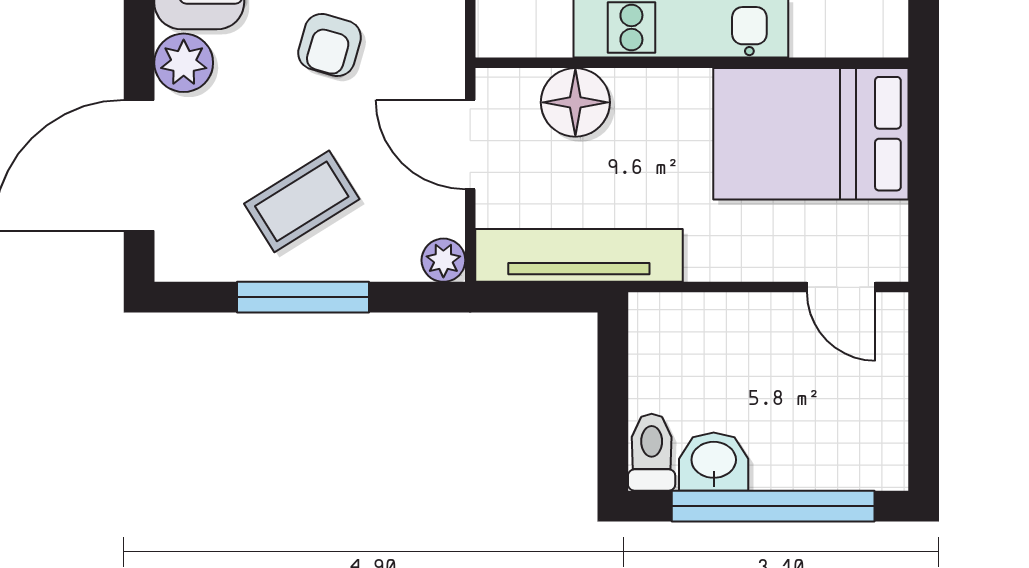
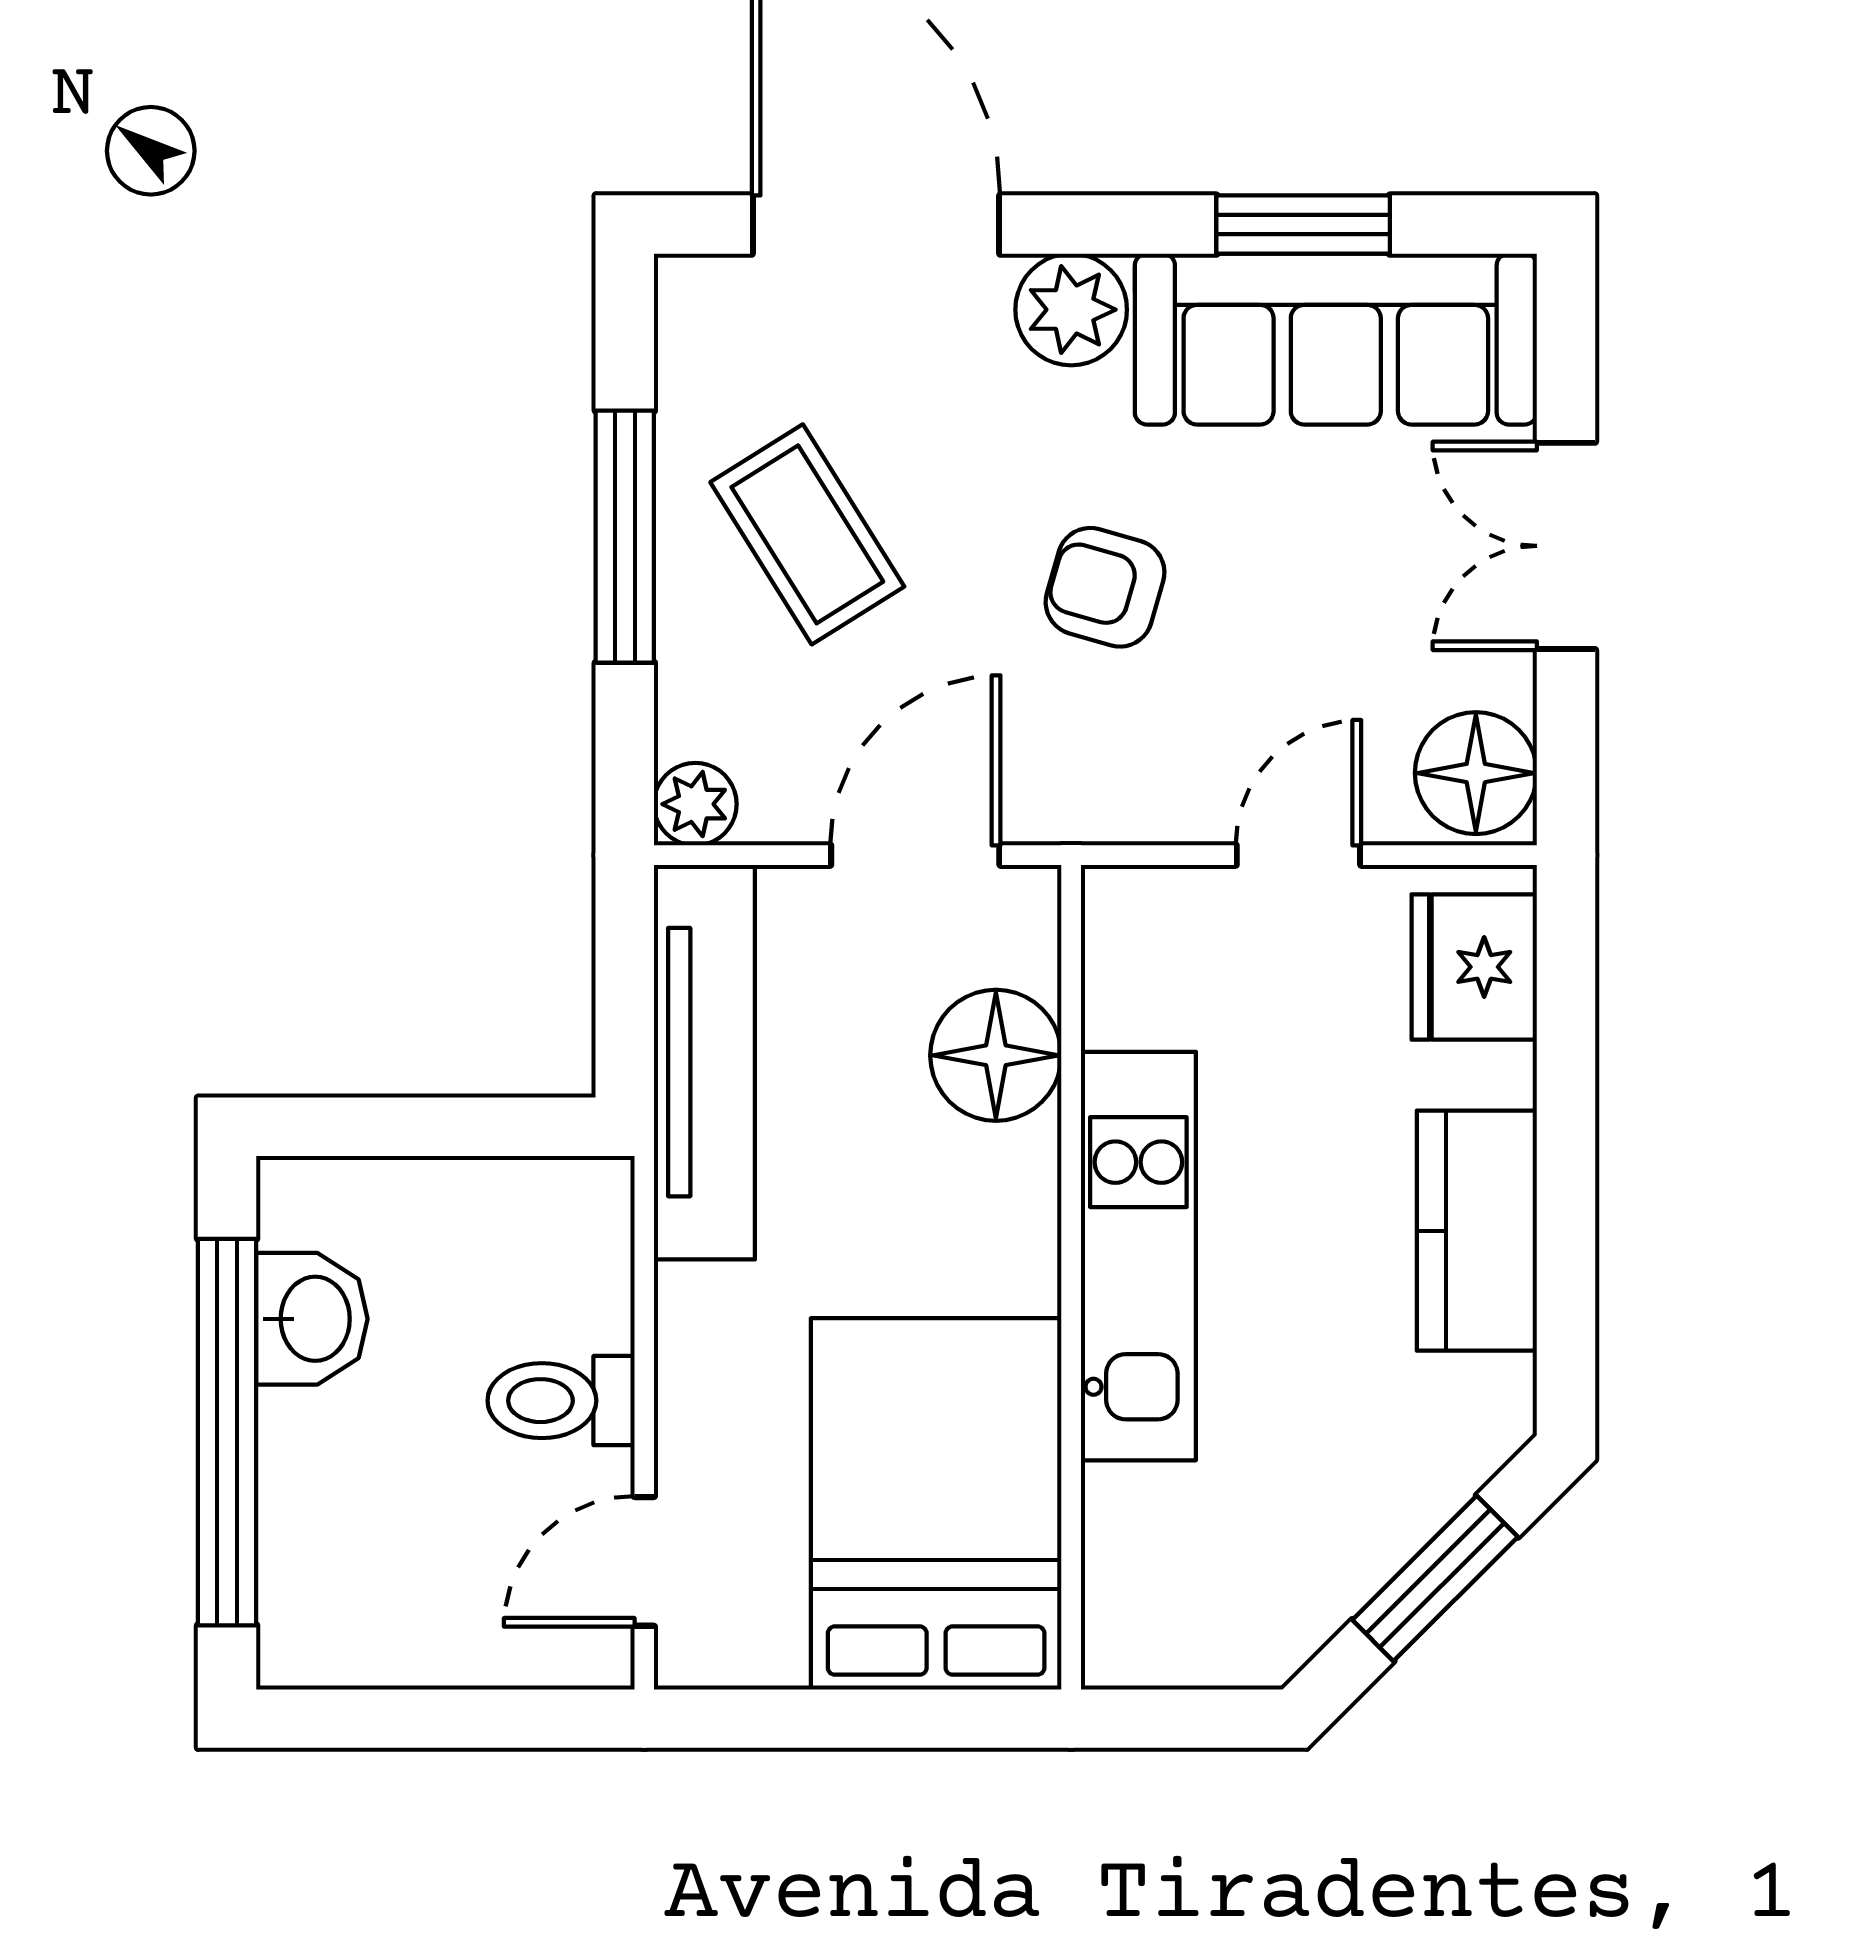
toilet: (652, 452) -> (561, 1401), moved, turned 180

